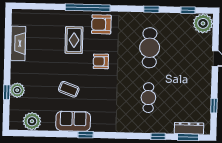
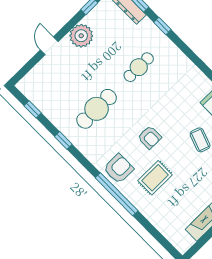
plant: (203, 23) -> (81, 36), moved
armchair: (101, 24) -> (119, 169), turned -90

